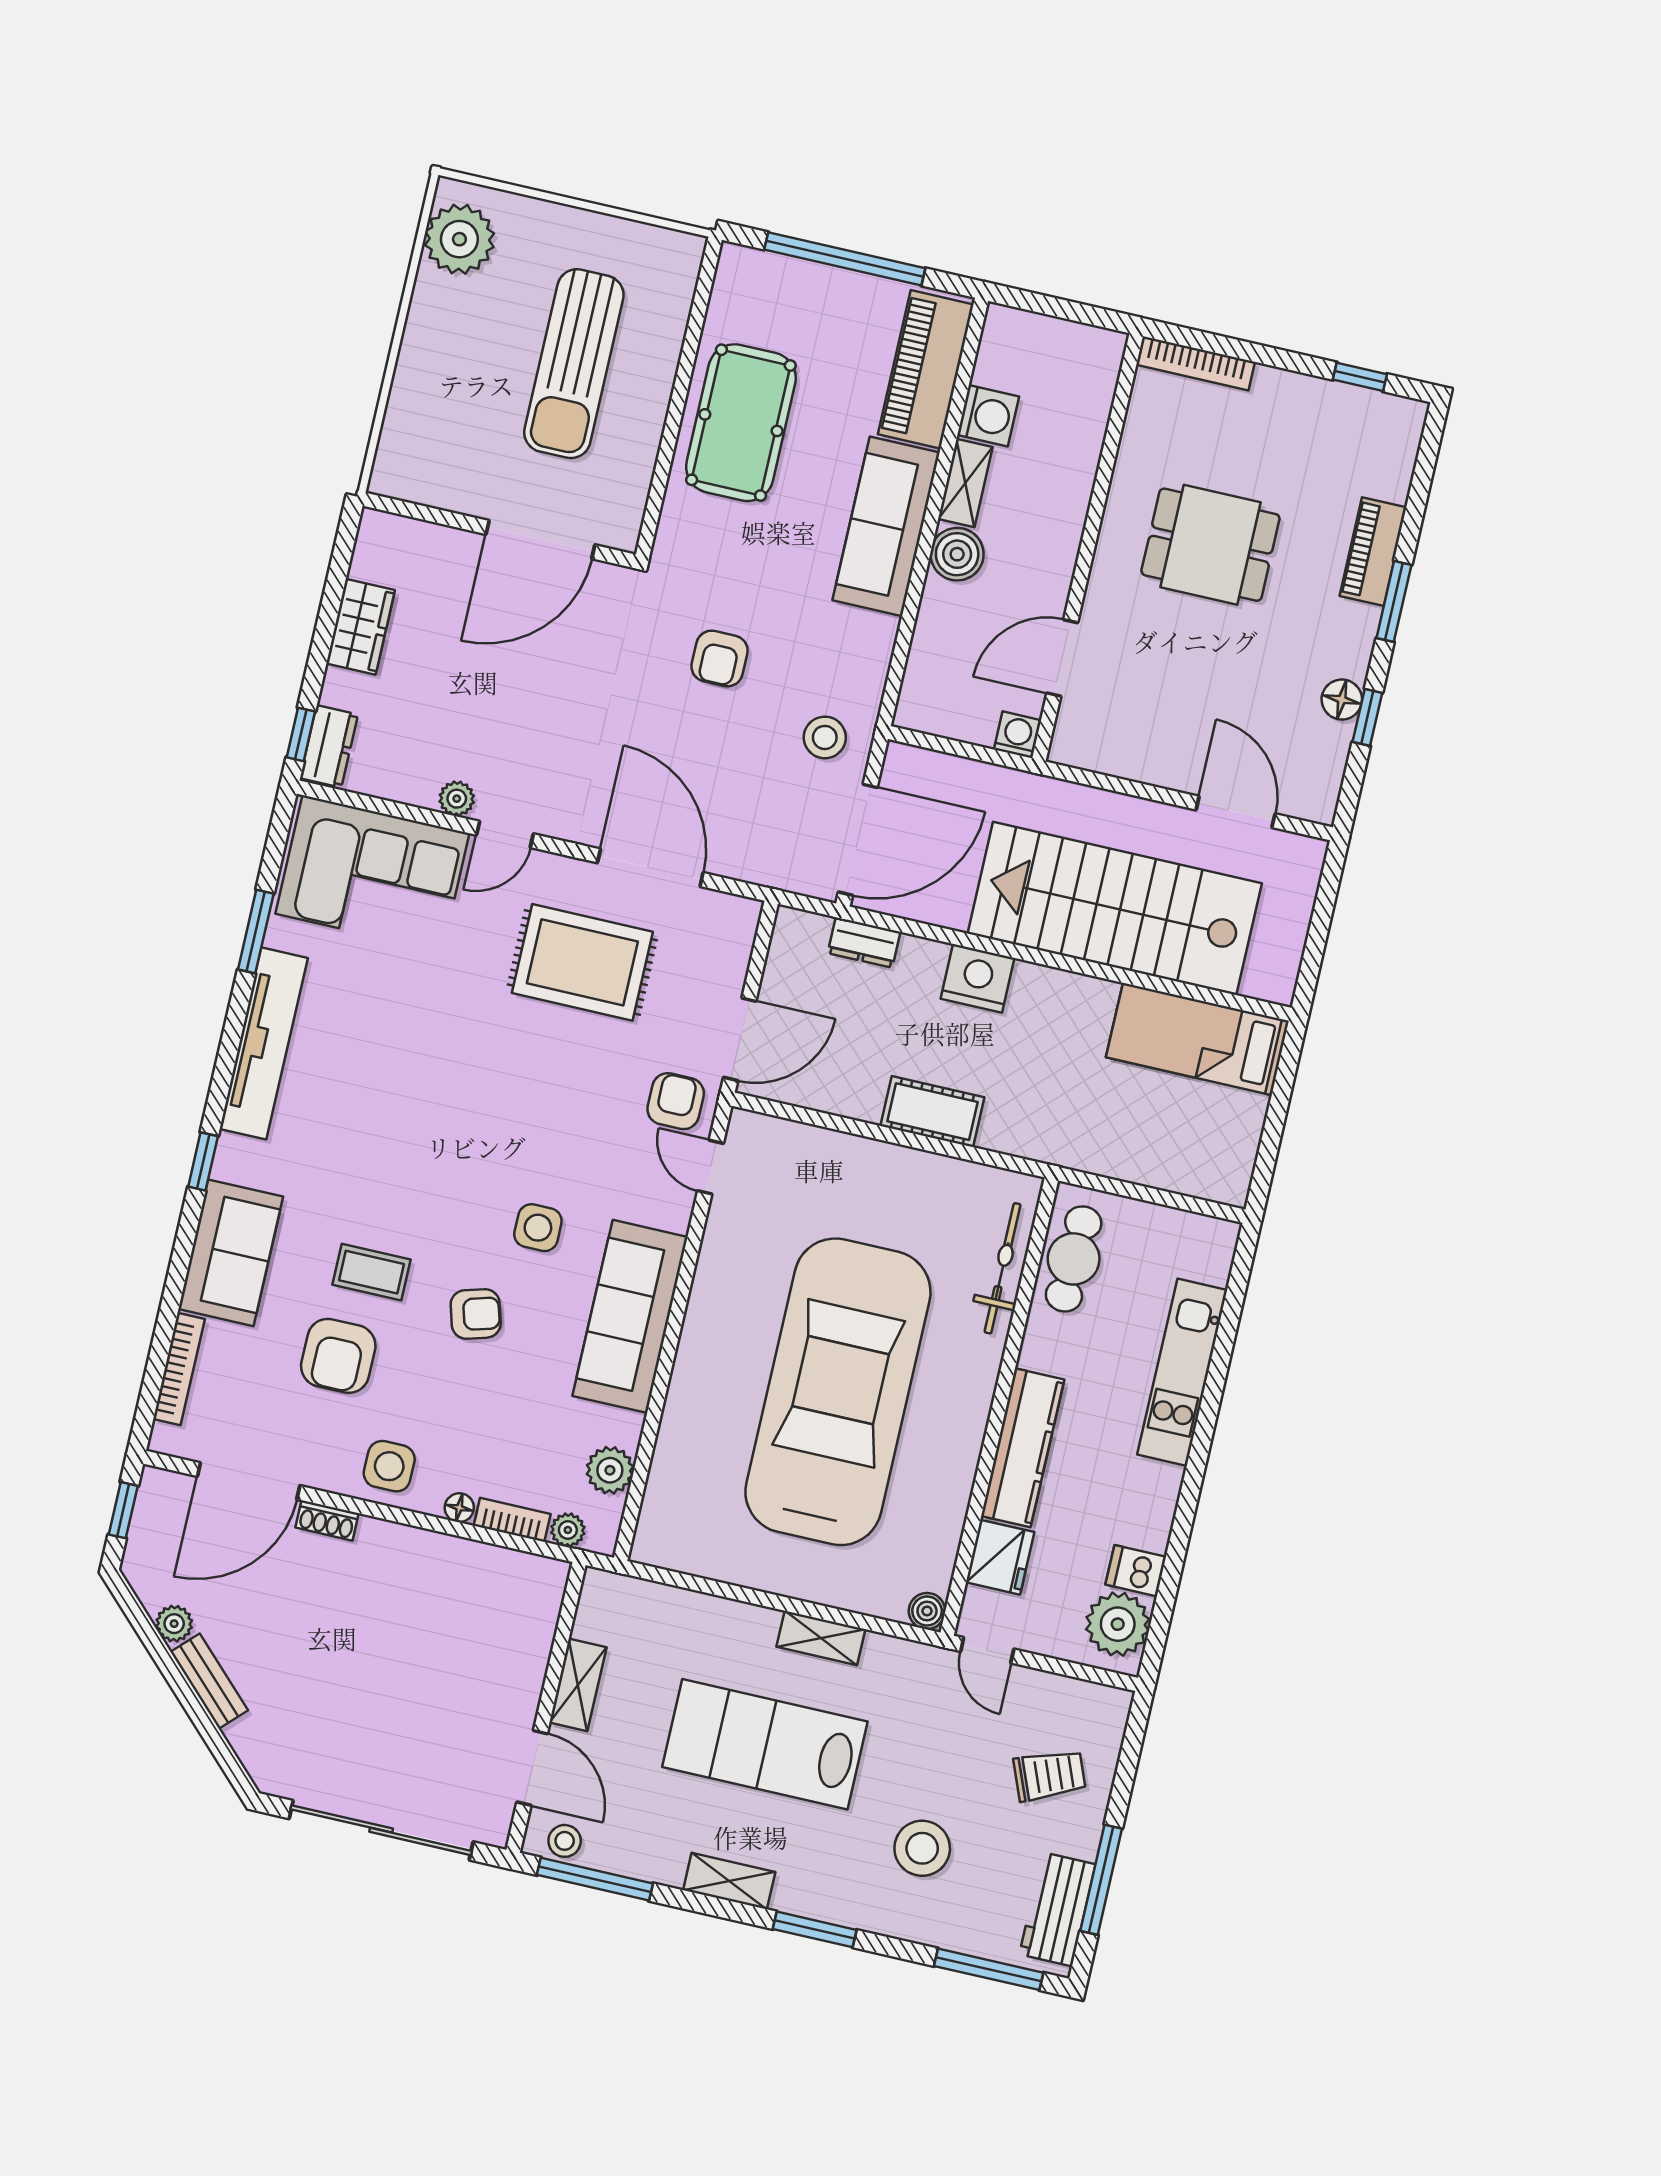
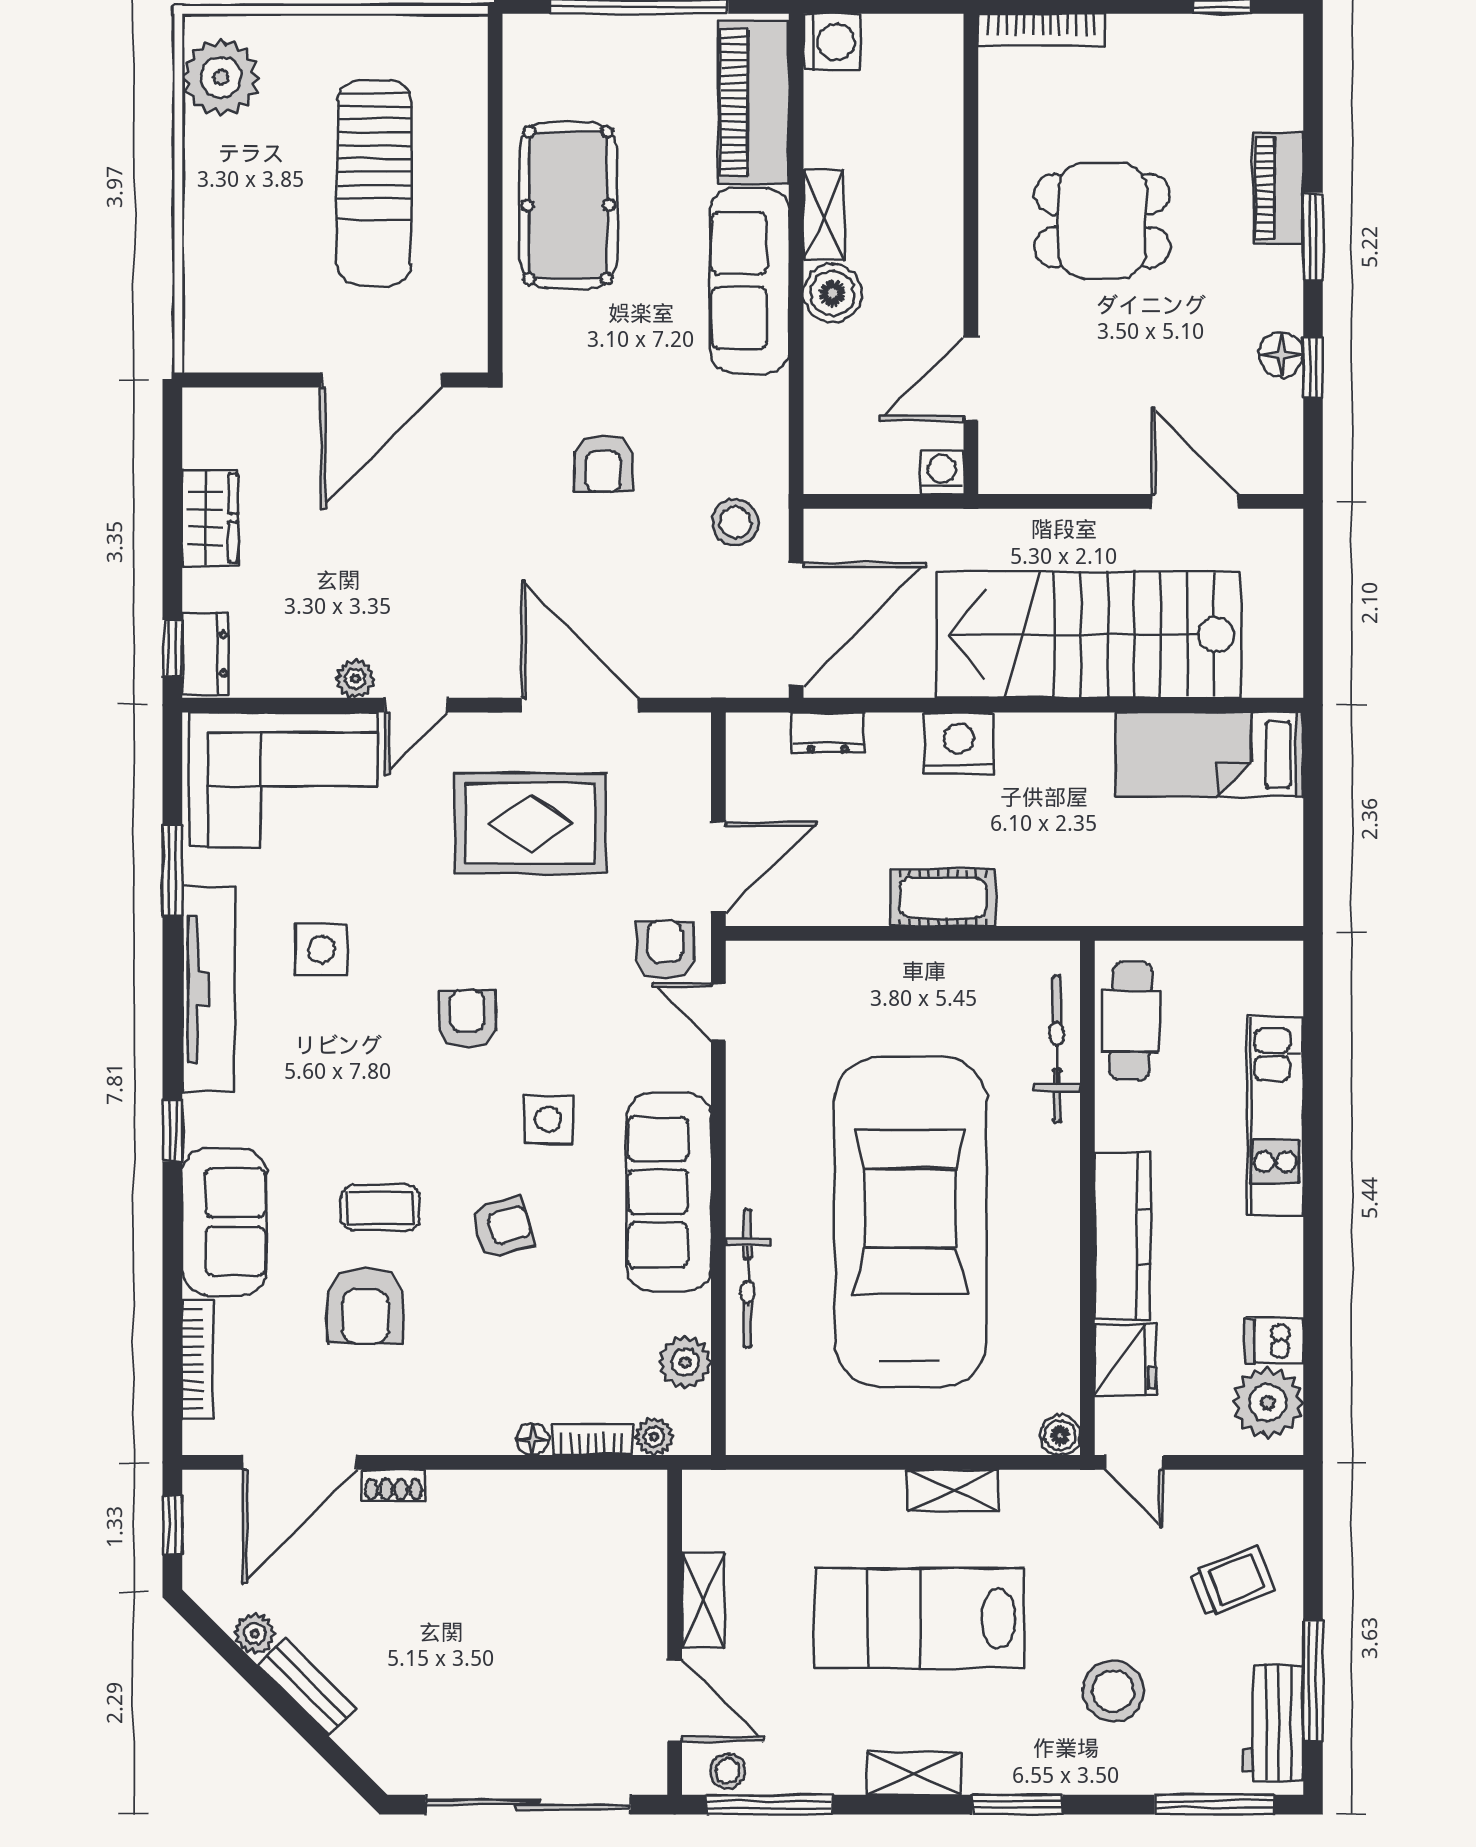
washing machine: (988, 416) -> (832, 42), moved
armchair: (487, 1122) -> (467, 1019), added
bicycle: (682, 1409) -> (748, 1278), added
side table: (389, 1466) -> (321, 949), moved

